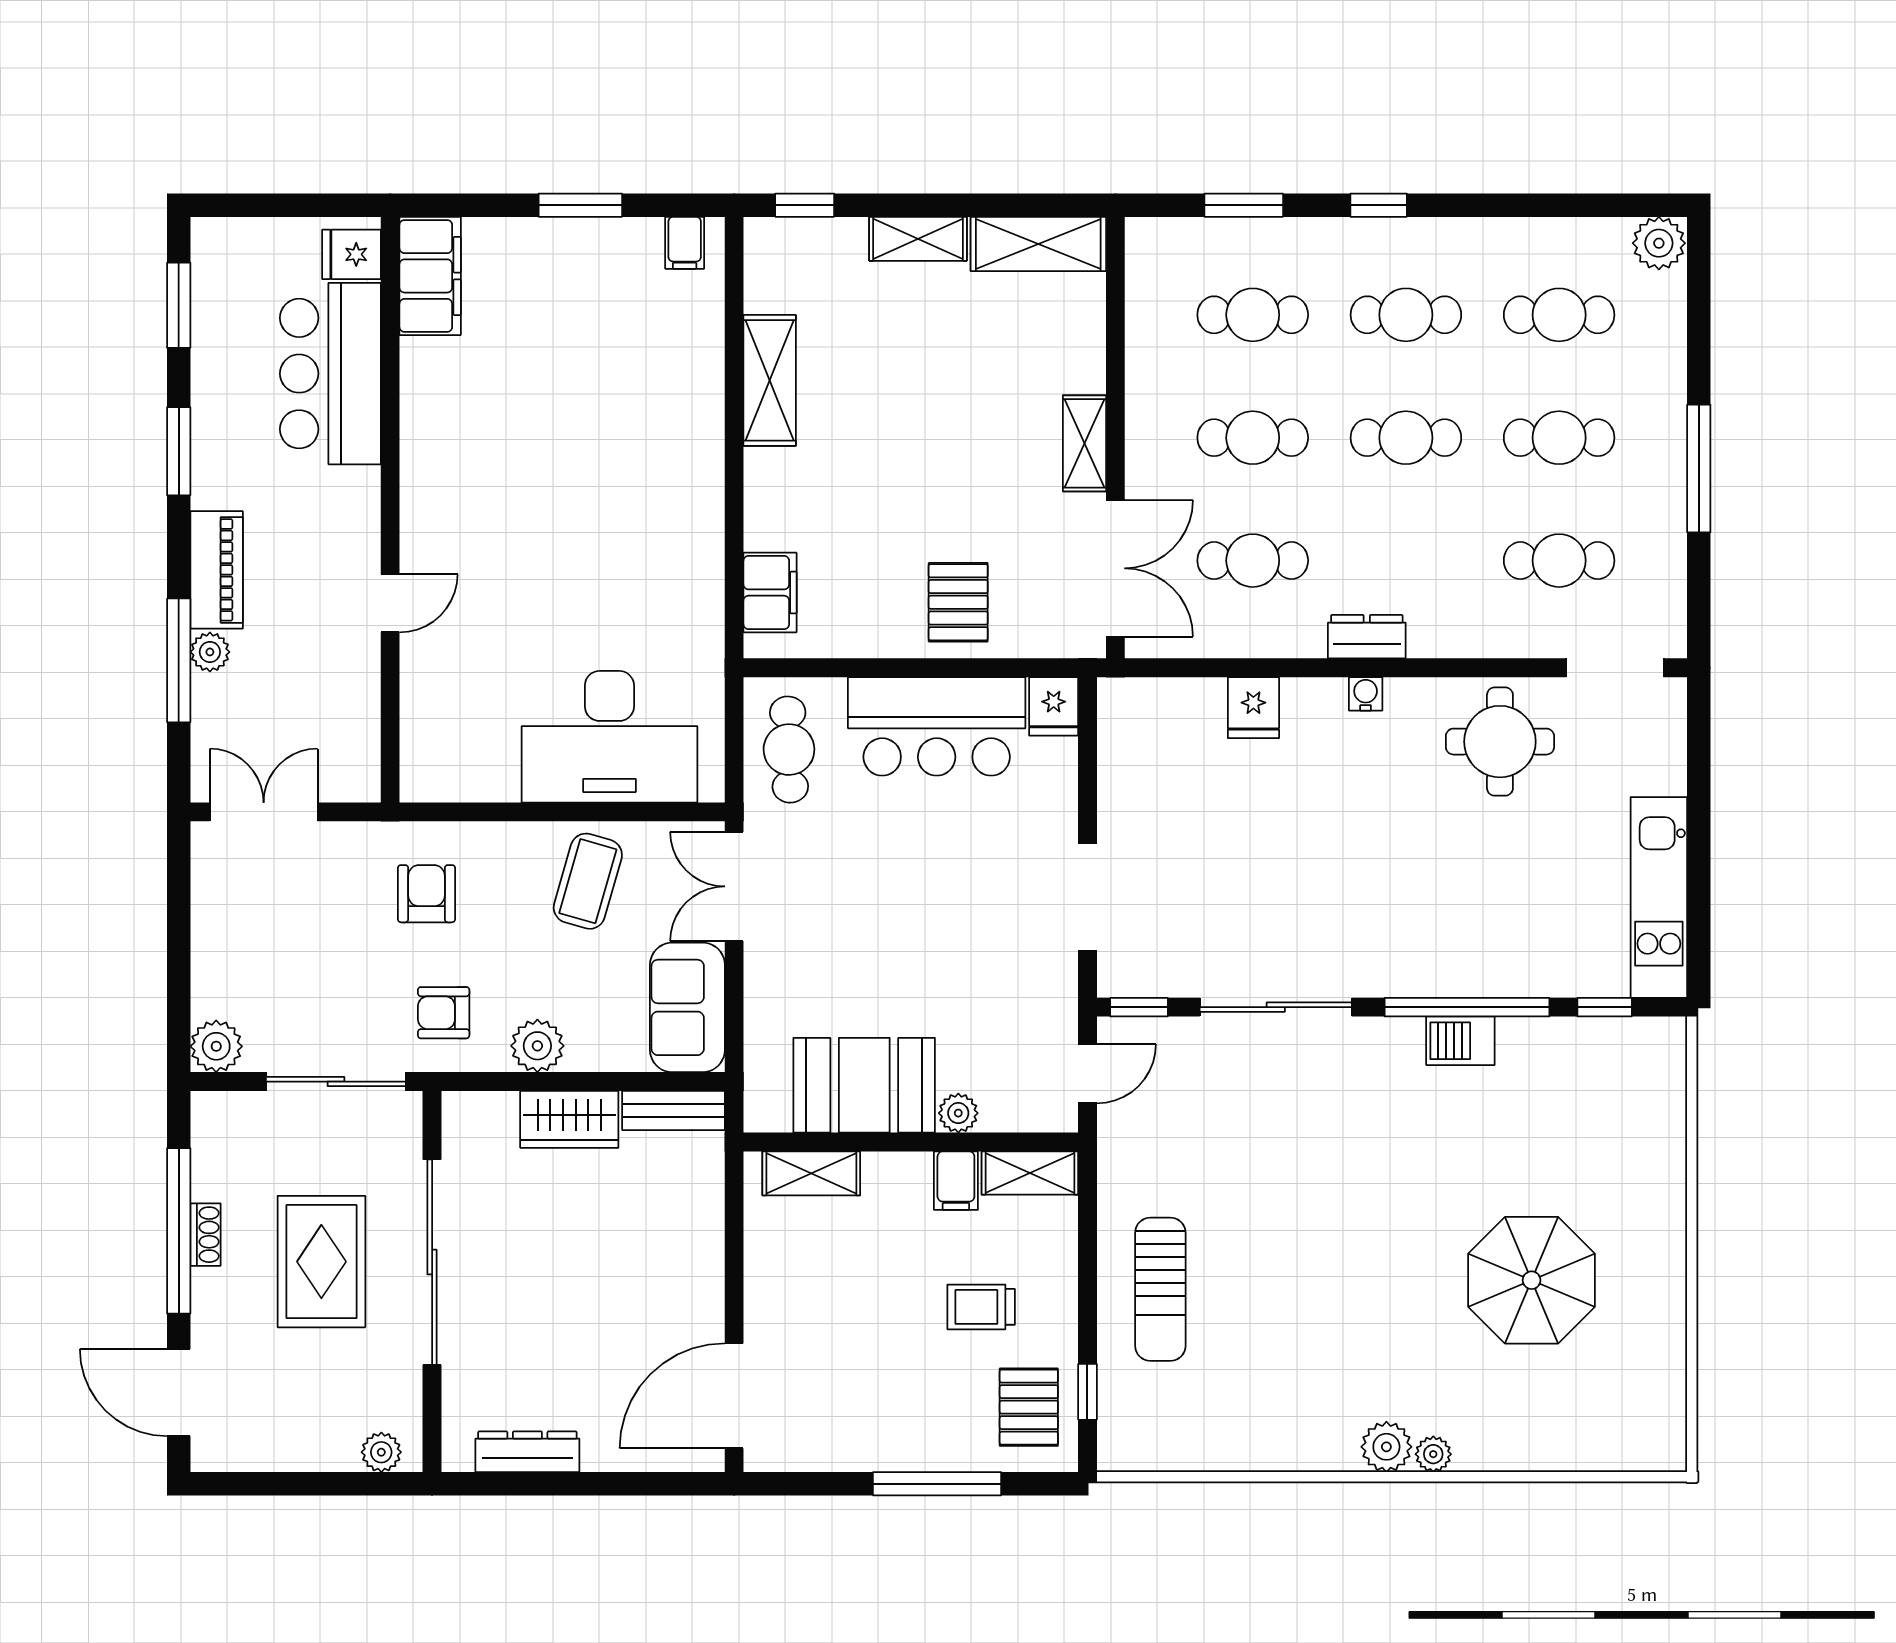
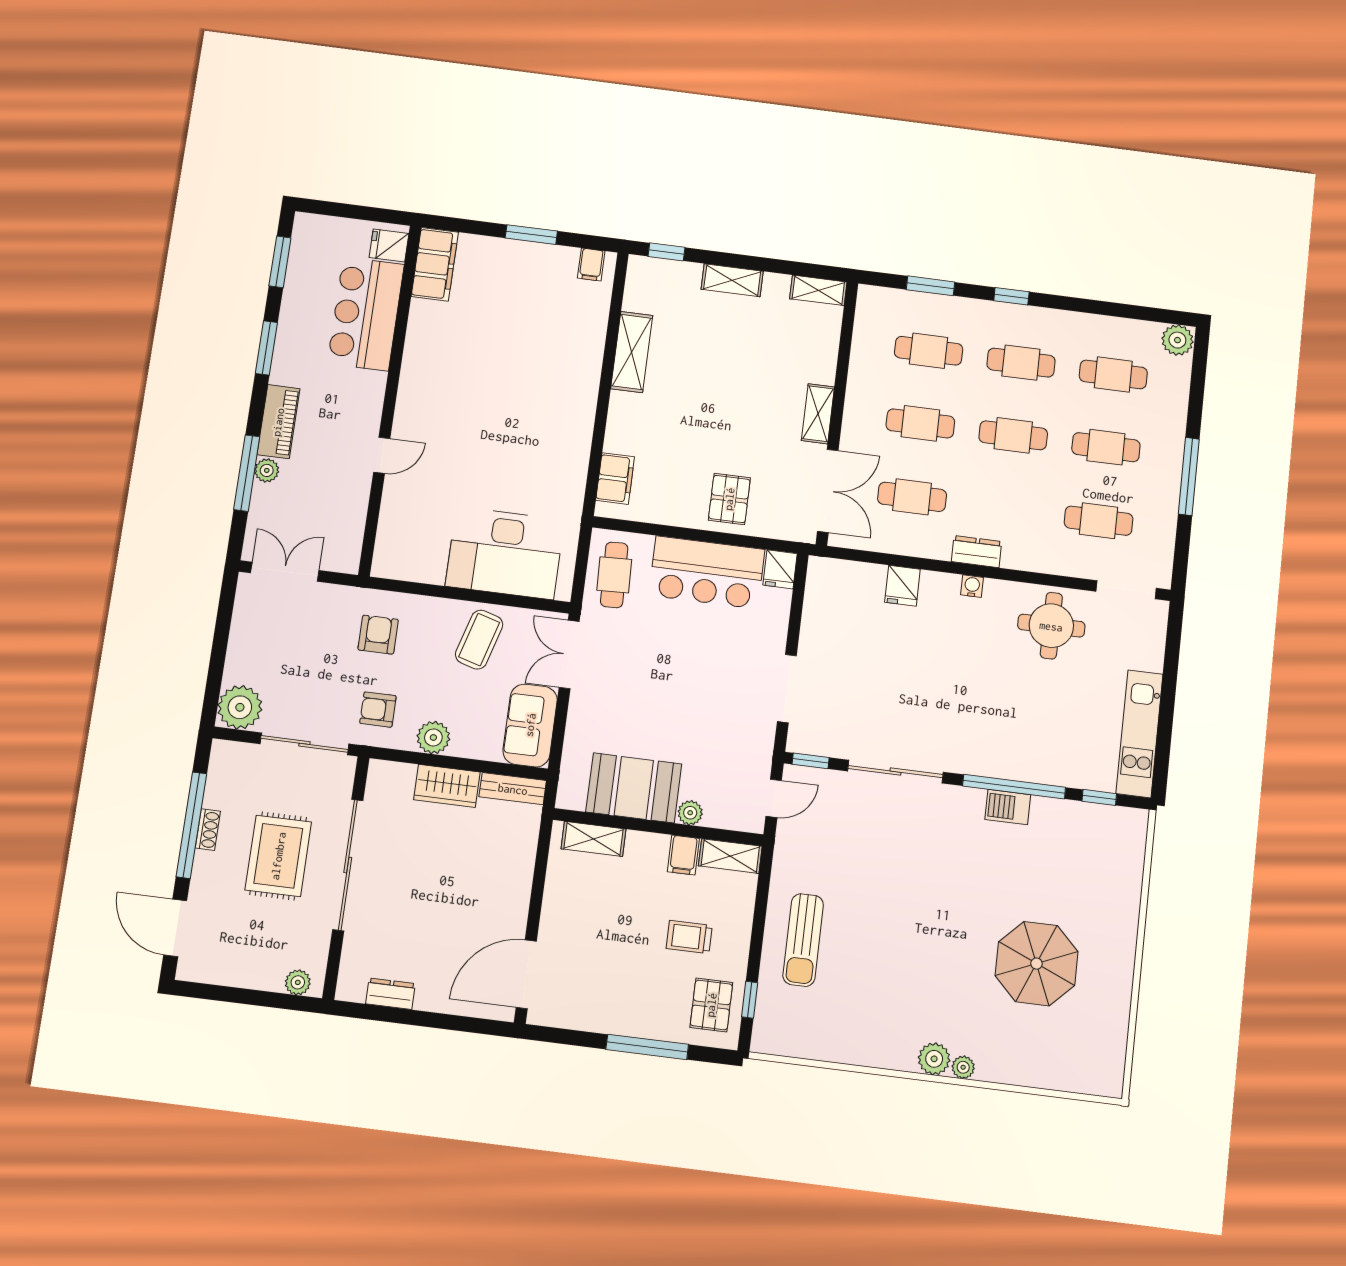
shelving: (1038, 244) -> (818, 290), width x0.67, depth x0.75
plant: (216, 1046) -> (240, 707), width x1.36, depth x1.36
dresser: (527, 1452) -> (390, 994), width x0.70

